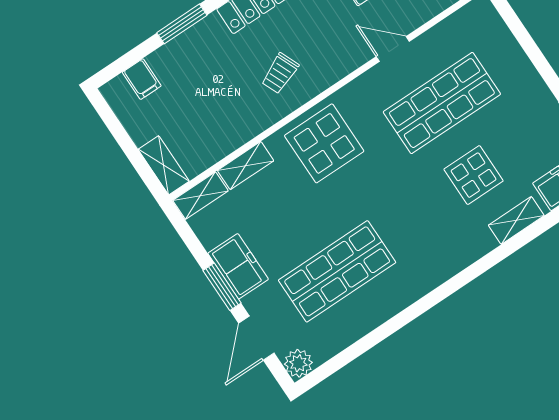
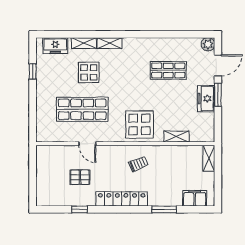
filing cabinet: (142, 79) -> (195, 198), width x2.00
shelving: (200, 196) -> (110, 43), moved
shop shelf: (337, 271) -> (168, 70), width x0.70, depth x0.74

